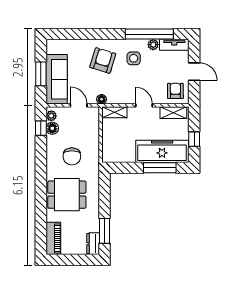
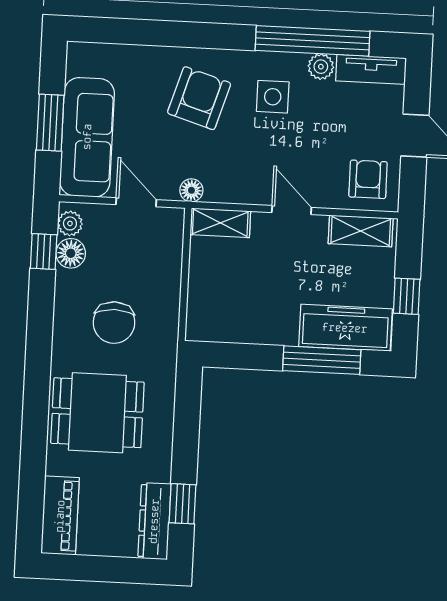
freezer: (162, 151) -> (345, 328), width x0.73, depth x0.79
window: (104, 231) -> (183, 504), width x0.67
dresser: (93, 244) -> (154, 521), width x1.44

